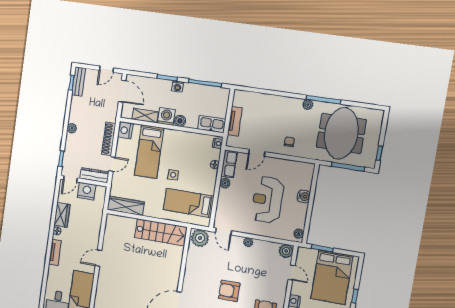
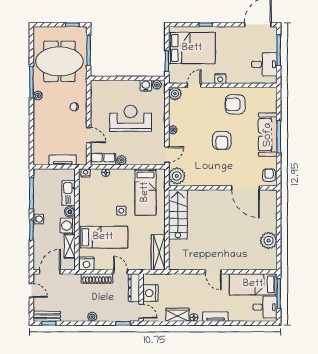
kitchen sink: (212, 124) -> (69, 193), moved
water cooler: (304, 197) -> (146, 86), moved
reception desk: (267, 200) -> (131, 118), turned 180

